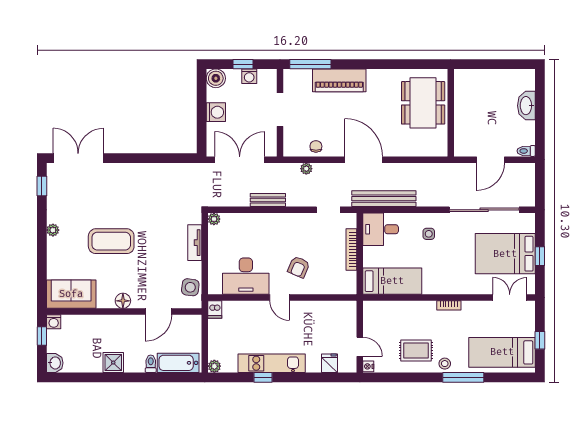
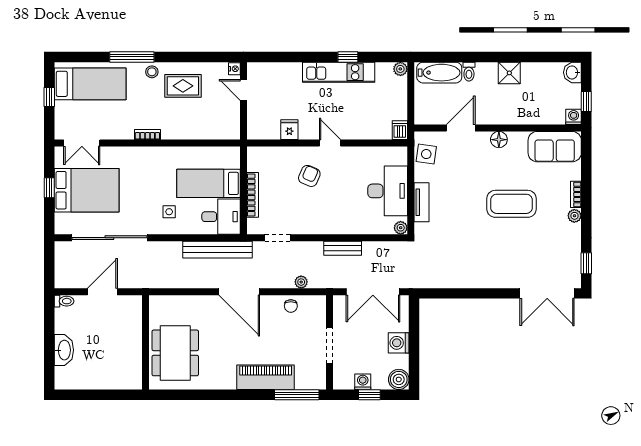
bookcase: (51, 250) -> (576, 194), added
desk: (246, 276) -> (388, 191), moved, turned 90
bed: (392, 281) -> (208, 183), moved
fridge: (330, 363) -> (289, 130), moved, turned 180

